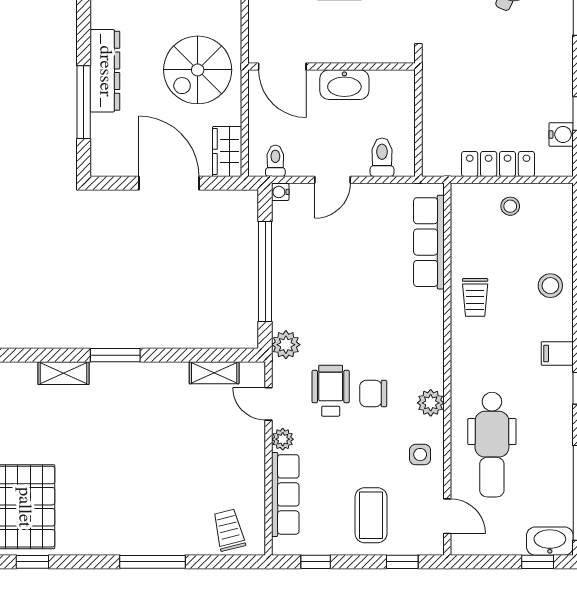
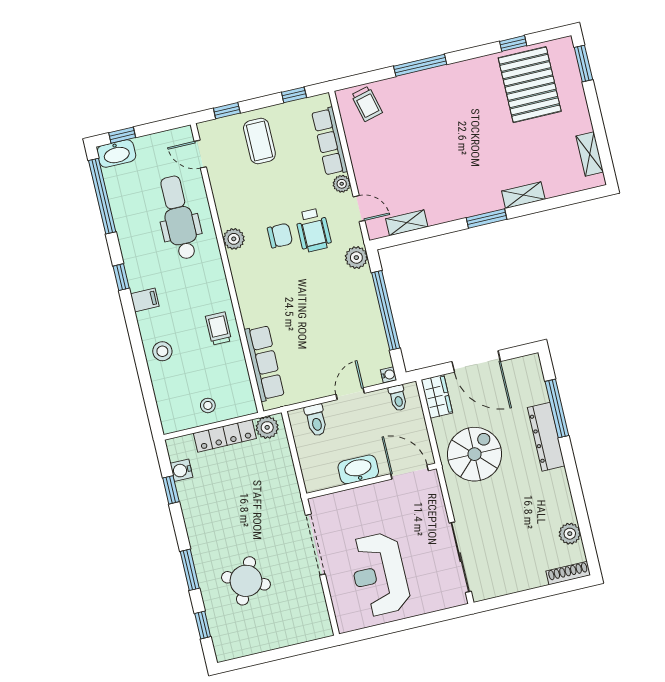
plant: (444, 162) -> (267, 427), added
side table: (420, 455) -> (233, 197), removed

